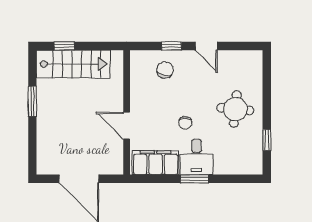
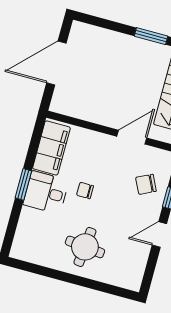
chair: (165, 70) -> (146, 184), turned 143
door: (127, 126) -> (132, 137), moved
window: (267, 140) -> (44, 271), removed

